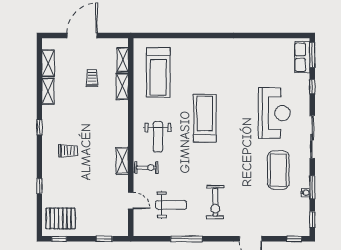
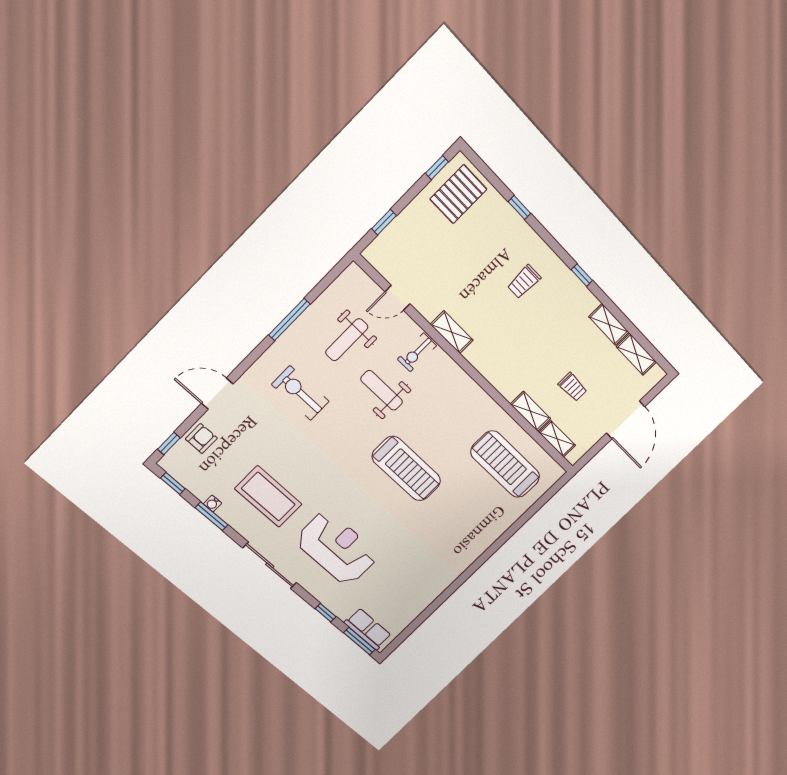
reception desk: (274, 113) -> (337, 548), turned 180
weight bench: (158, 137) -> (382, 390), moved
armchair: (278, 227) -> (201, 438), added

